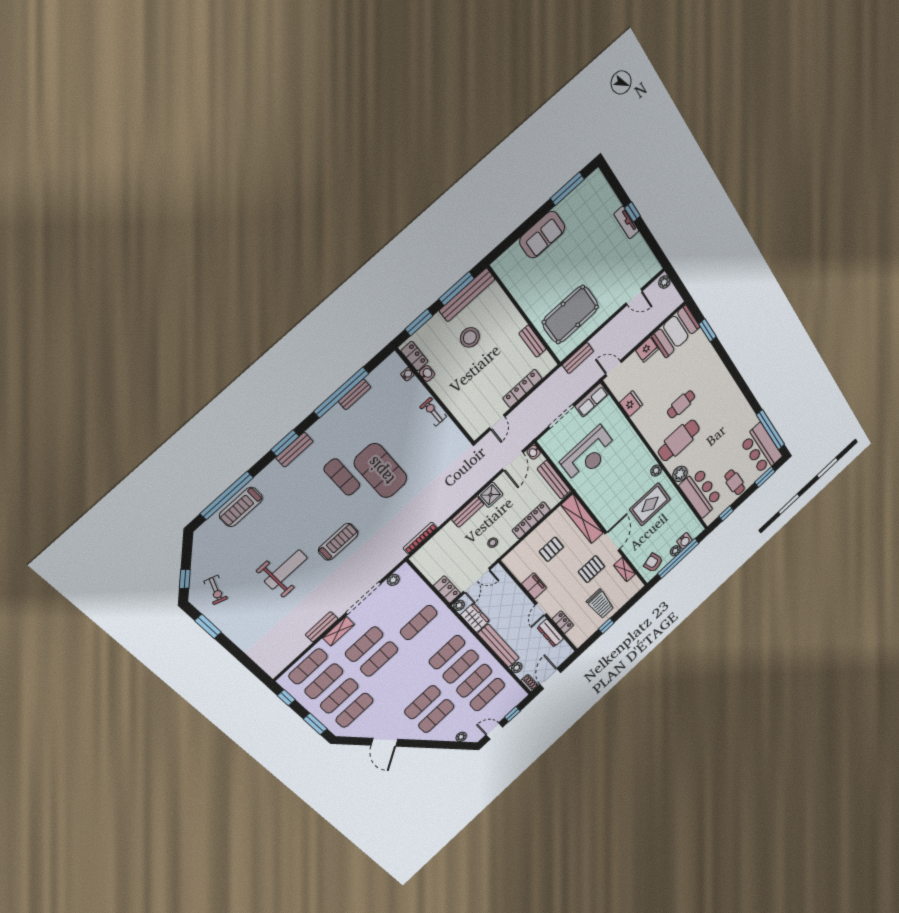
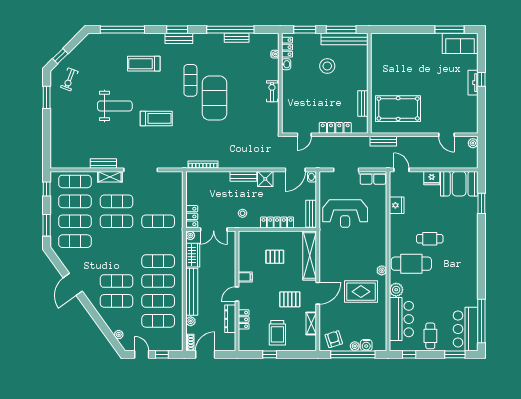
sofa: (542, 235) -> (460, 43), moved
bench: (554, 480) -> (311, 214), width x0.73
treadmill: (241, 507) -> (144, 64), moved
plant: (393, 580) -> (166, 176), removed
filing cabinet: (534, 586) -> (245, 277), width x0.50

